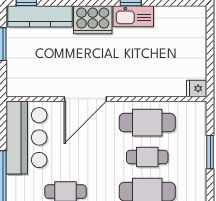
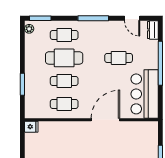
cafe table: (147, 123) -> (64, 104), width x0.73, depth x0.74

